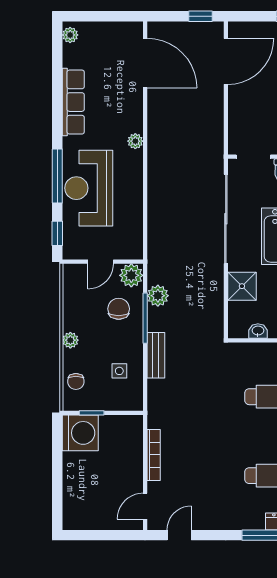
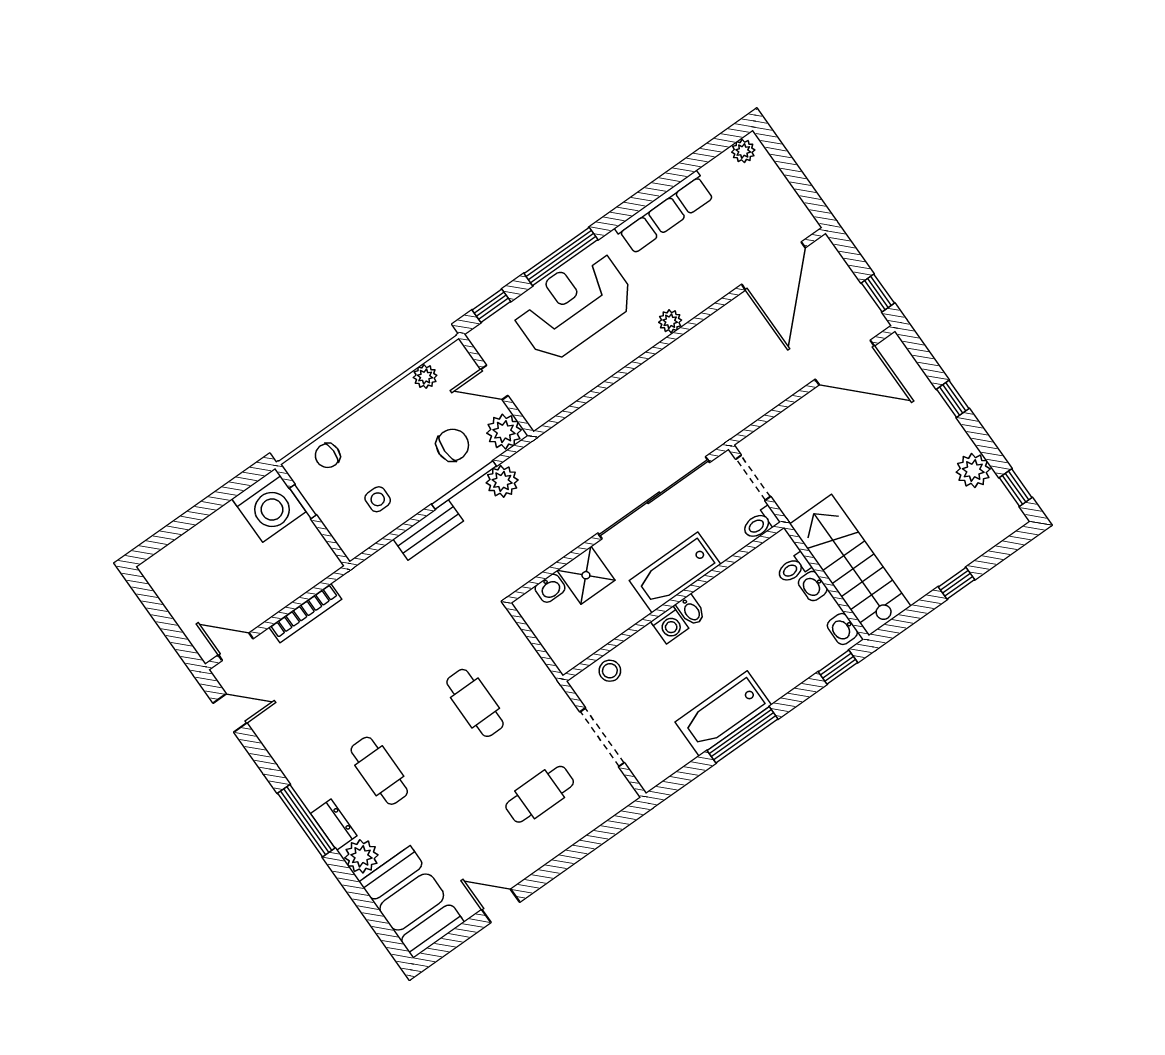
washbasin: (258, 331) -> (550, 588), moved, turned 90
plant: (70, 340) -> (425, 377), moved

